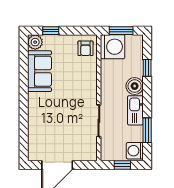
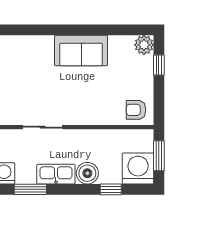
washing machine: (113, 47) -> (138, 169), moved, turned 180
sofa: (39, 71) -> (81, 50), moved

